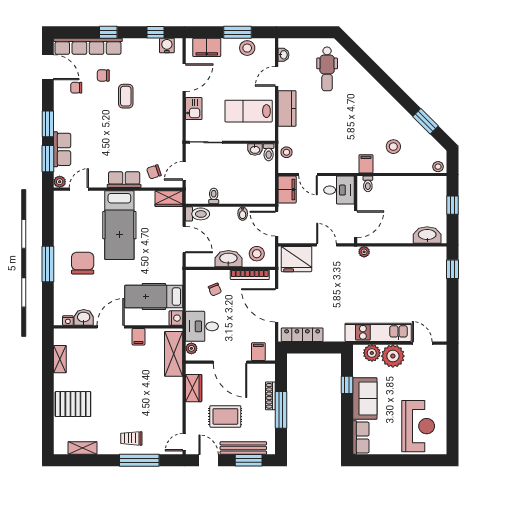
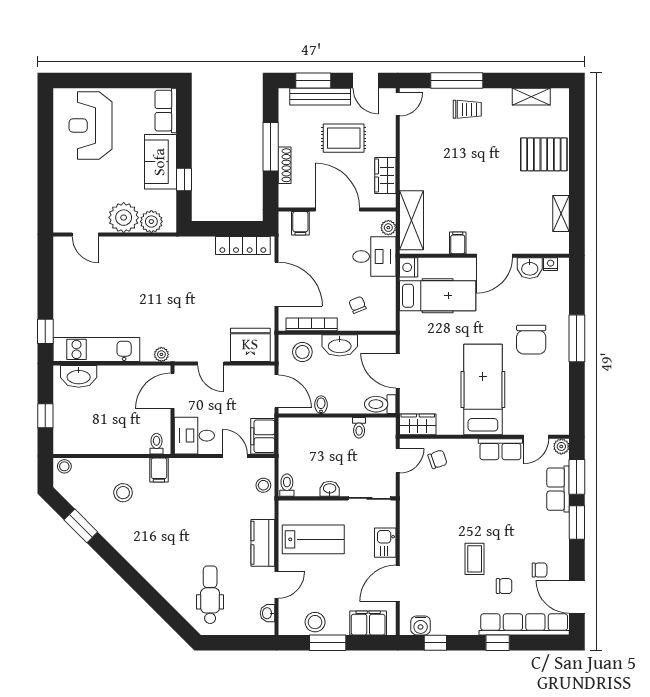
washbasin: (255, 150) -> (330, 489), moved
row of seats: (124, 180) -> (500, 449), moved
kitchen unit: (378, 332) -> (96, 349), moved, turned 180

